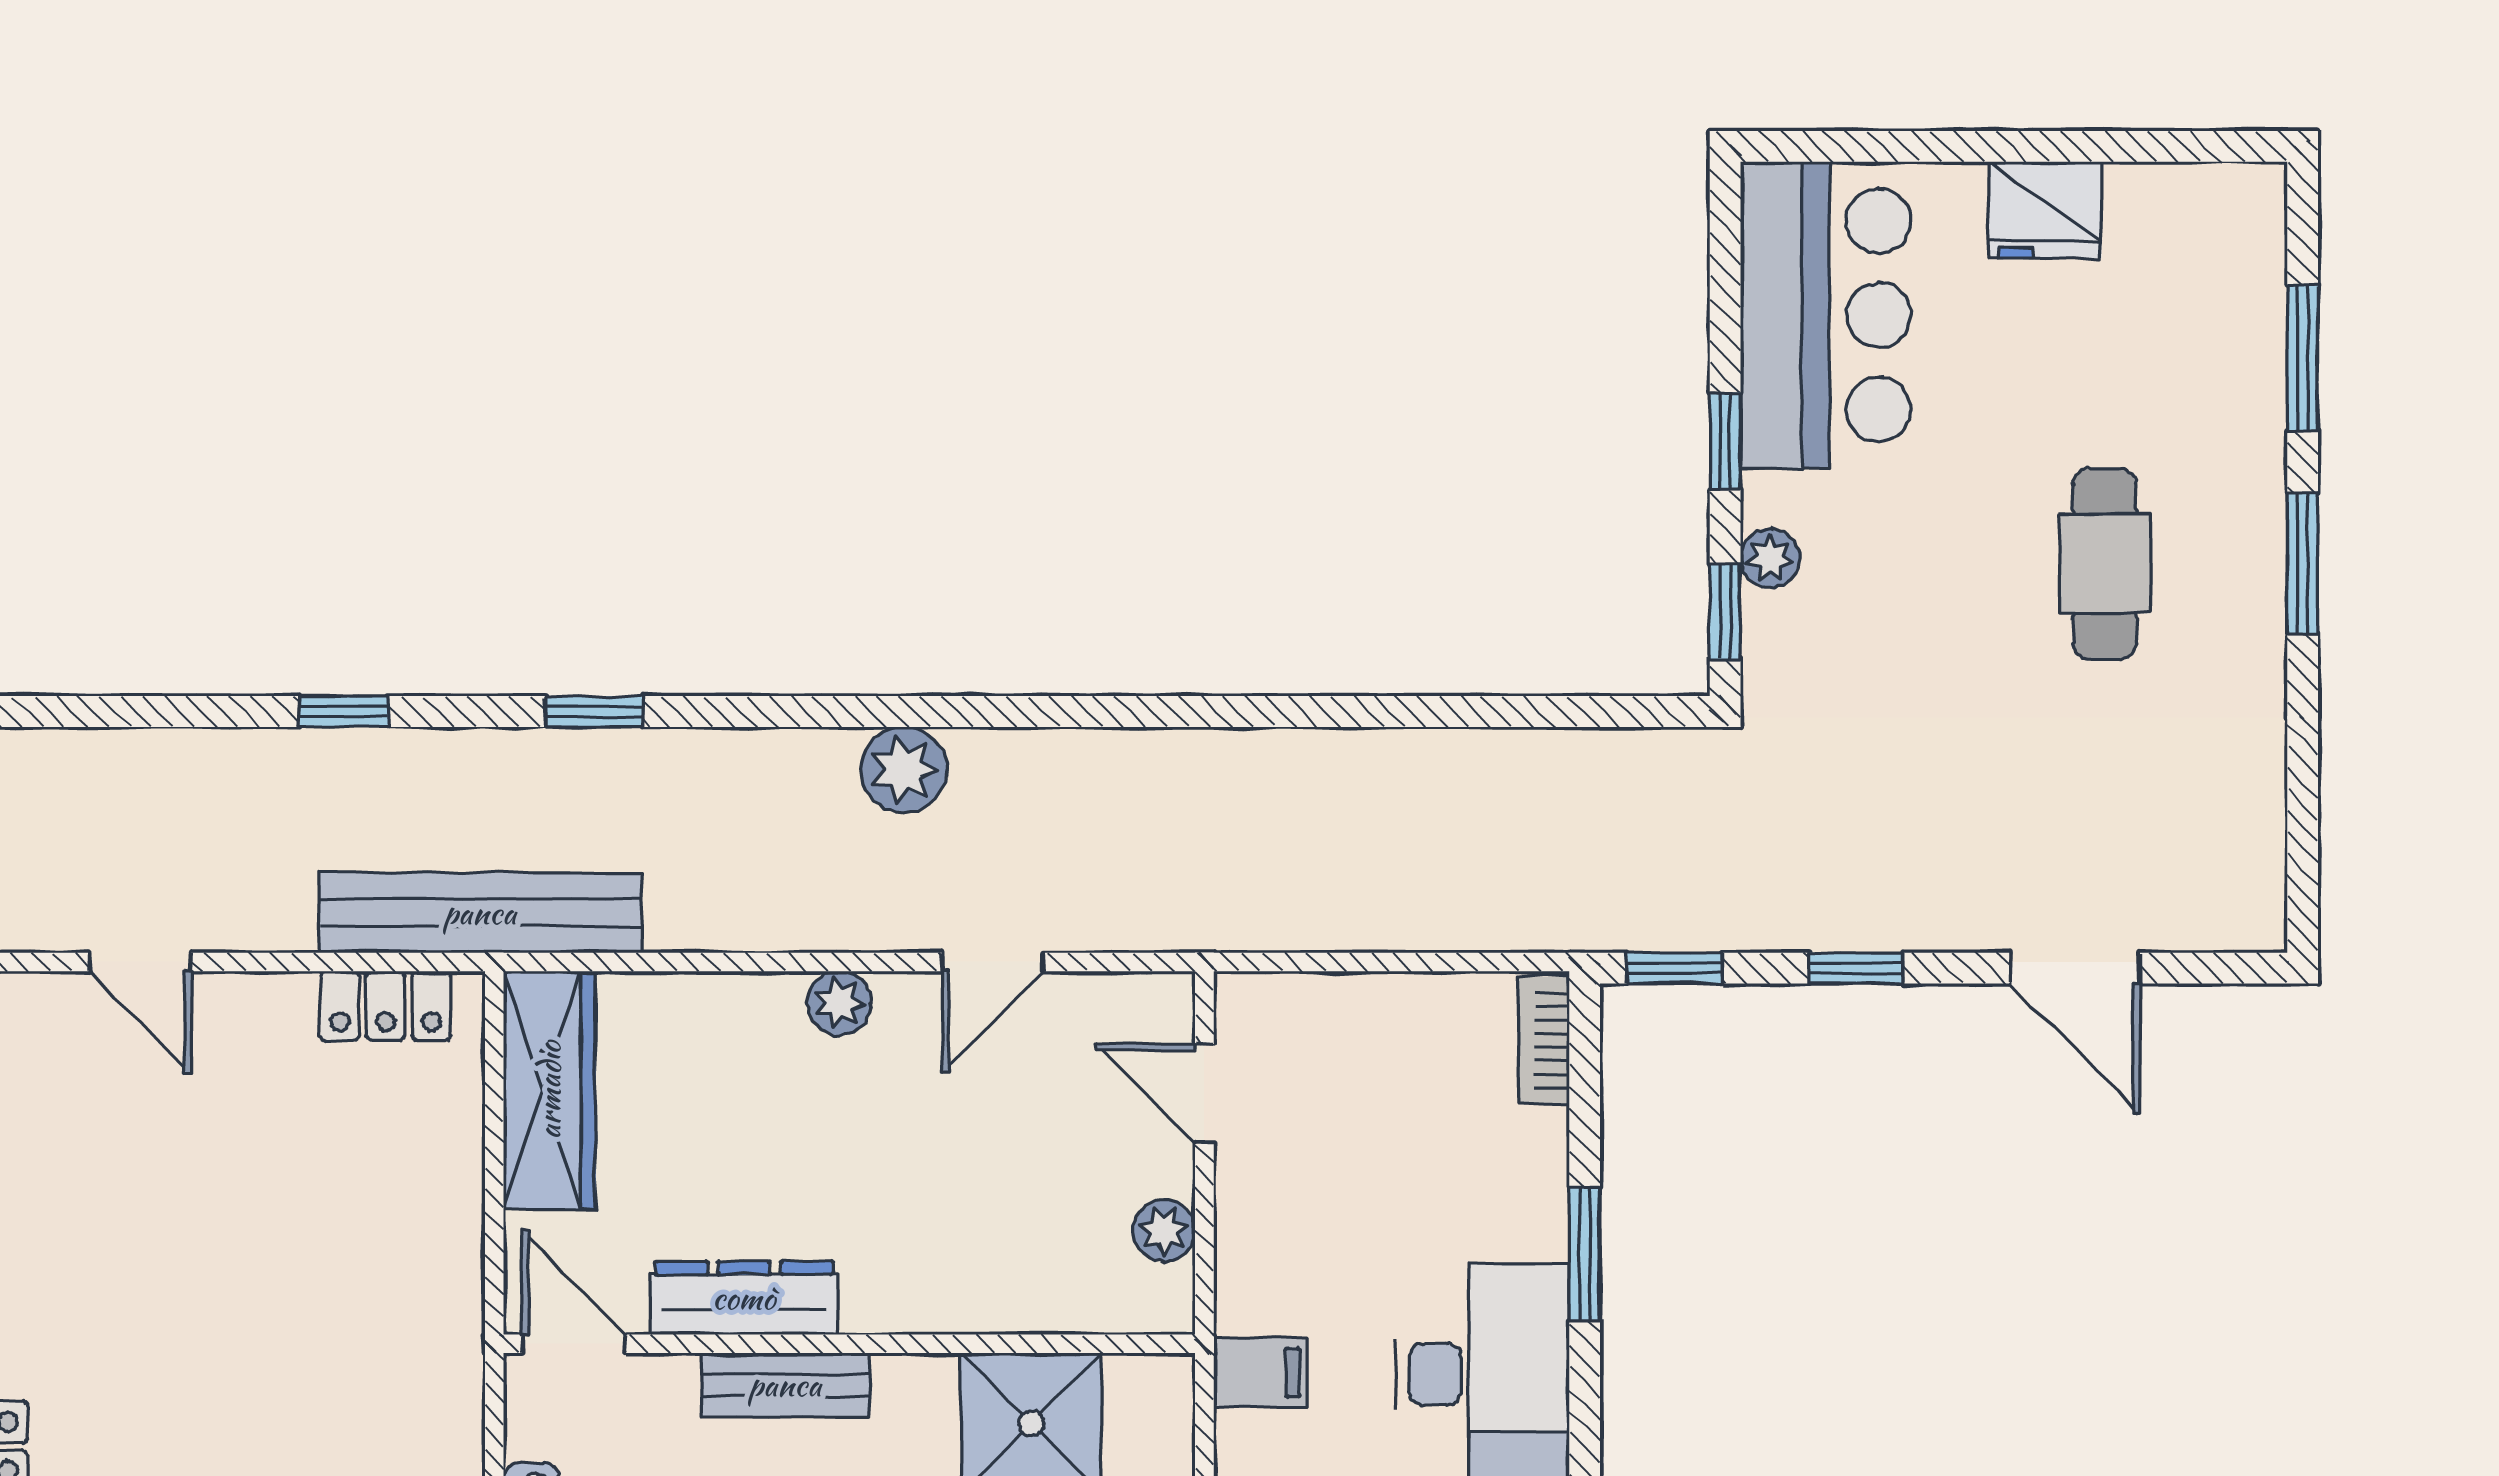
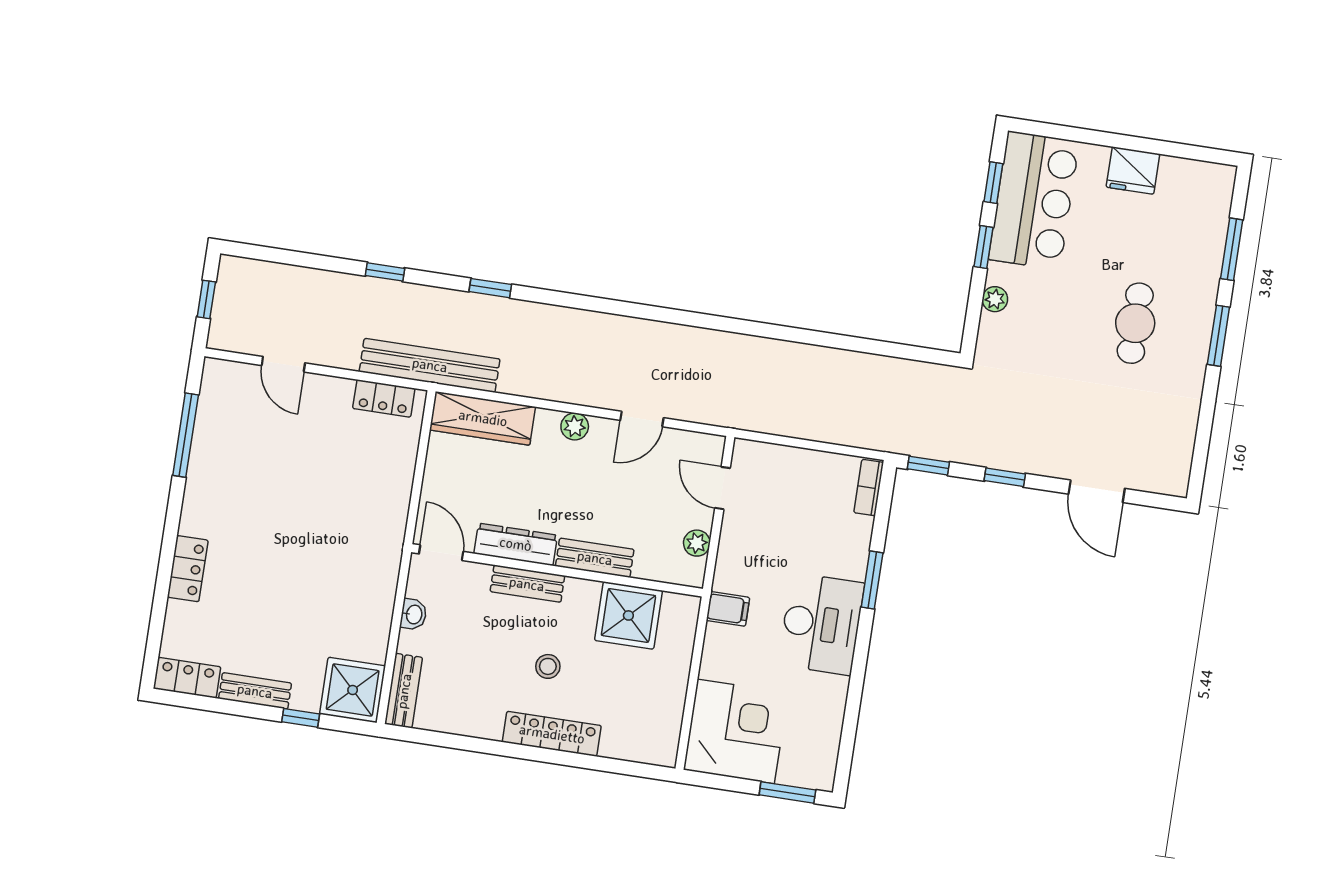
window: (1725, 612) -> (993, 183), moved
plant: (904, 770) -> (617, 332), removed
wardrobe: (549, 1090) -> (483, 418), moved, turned 90
bench: (932, 1301) -> (595, 558), added

